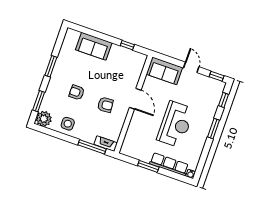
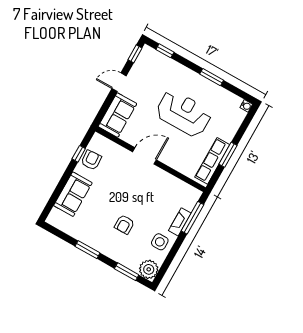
armchair: (105, 105) -> (91, 160), moved
window: (214, 129) -> (212, 77), moved
fireplace: (106, 144) -> (180, 222), moved
row of seats: (169, 164) -> (212, 161), moved

